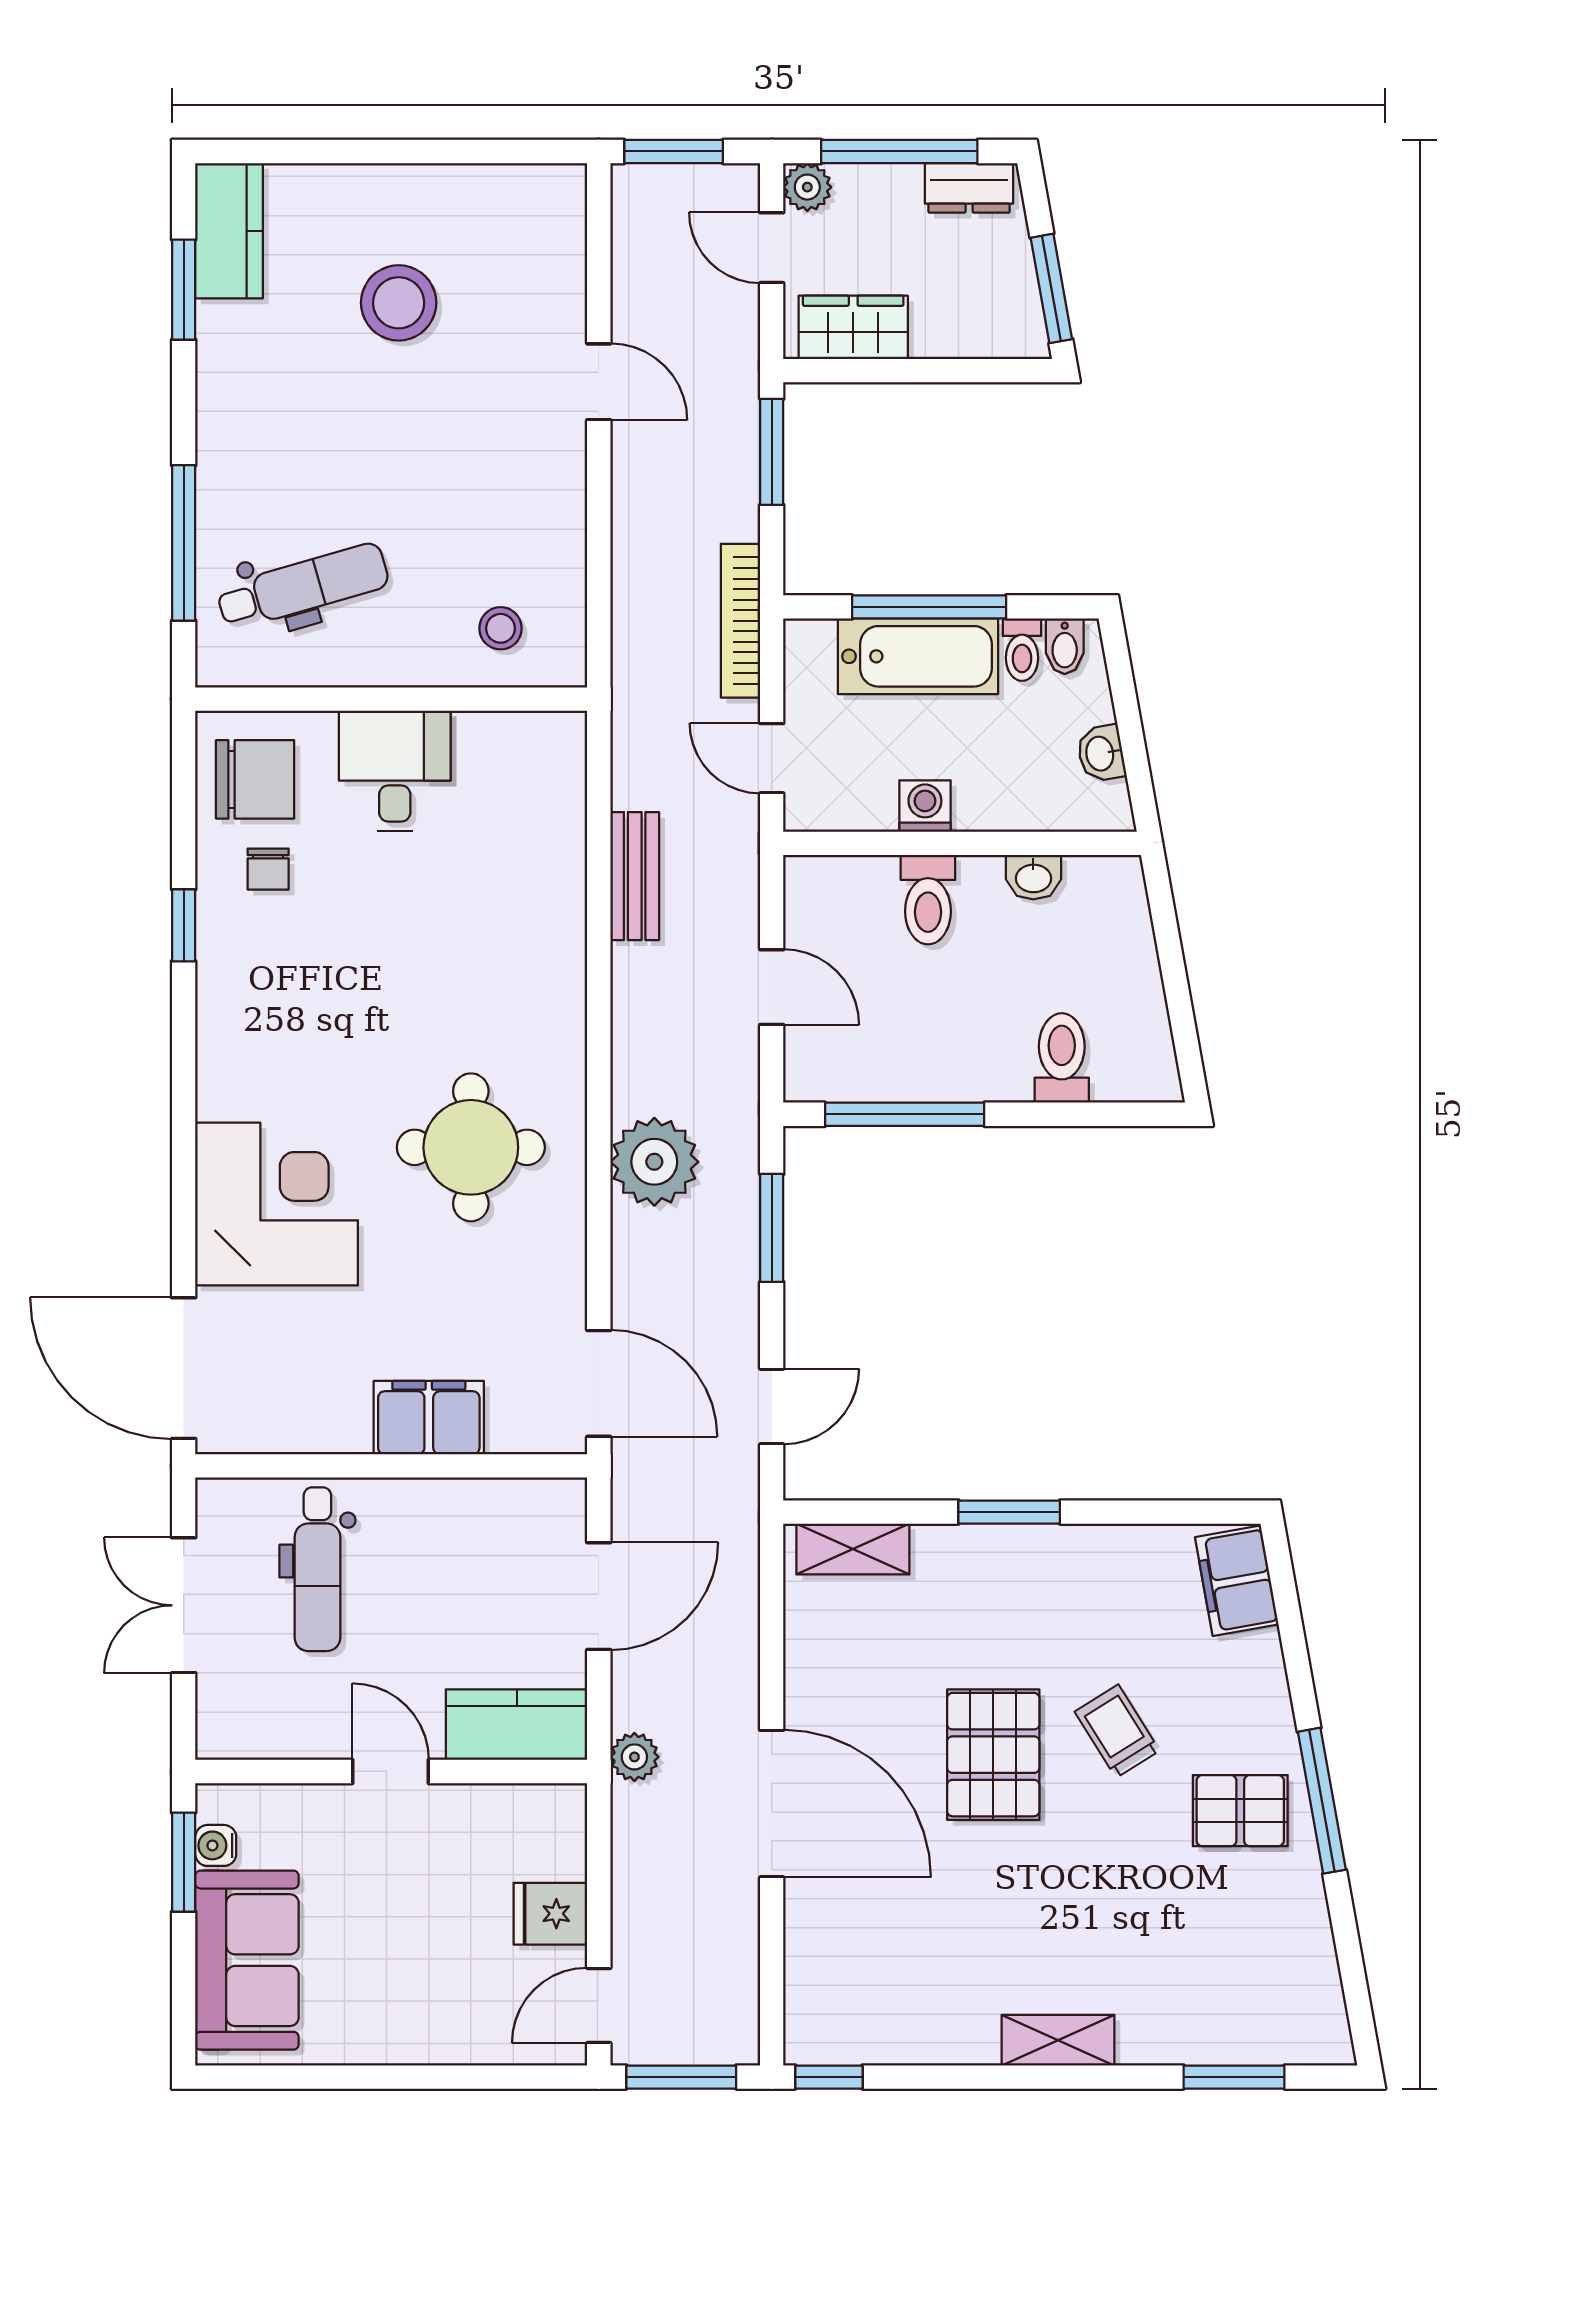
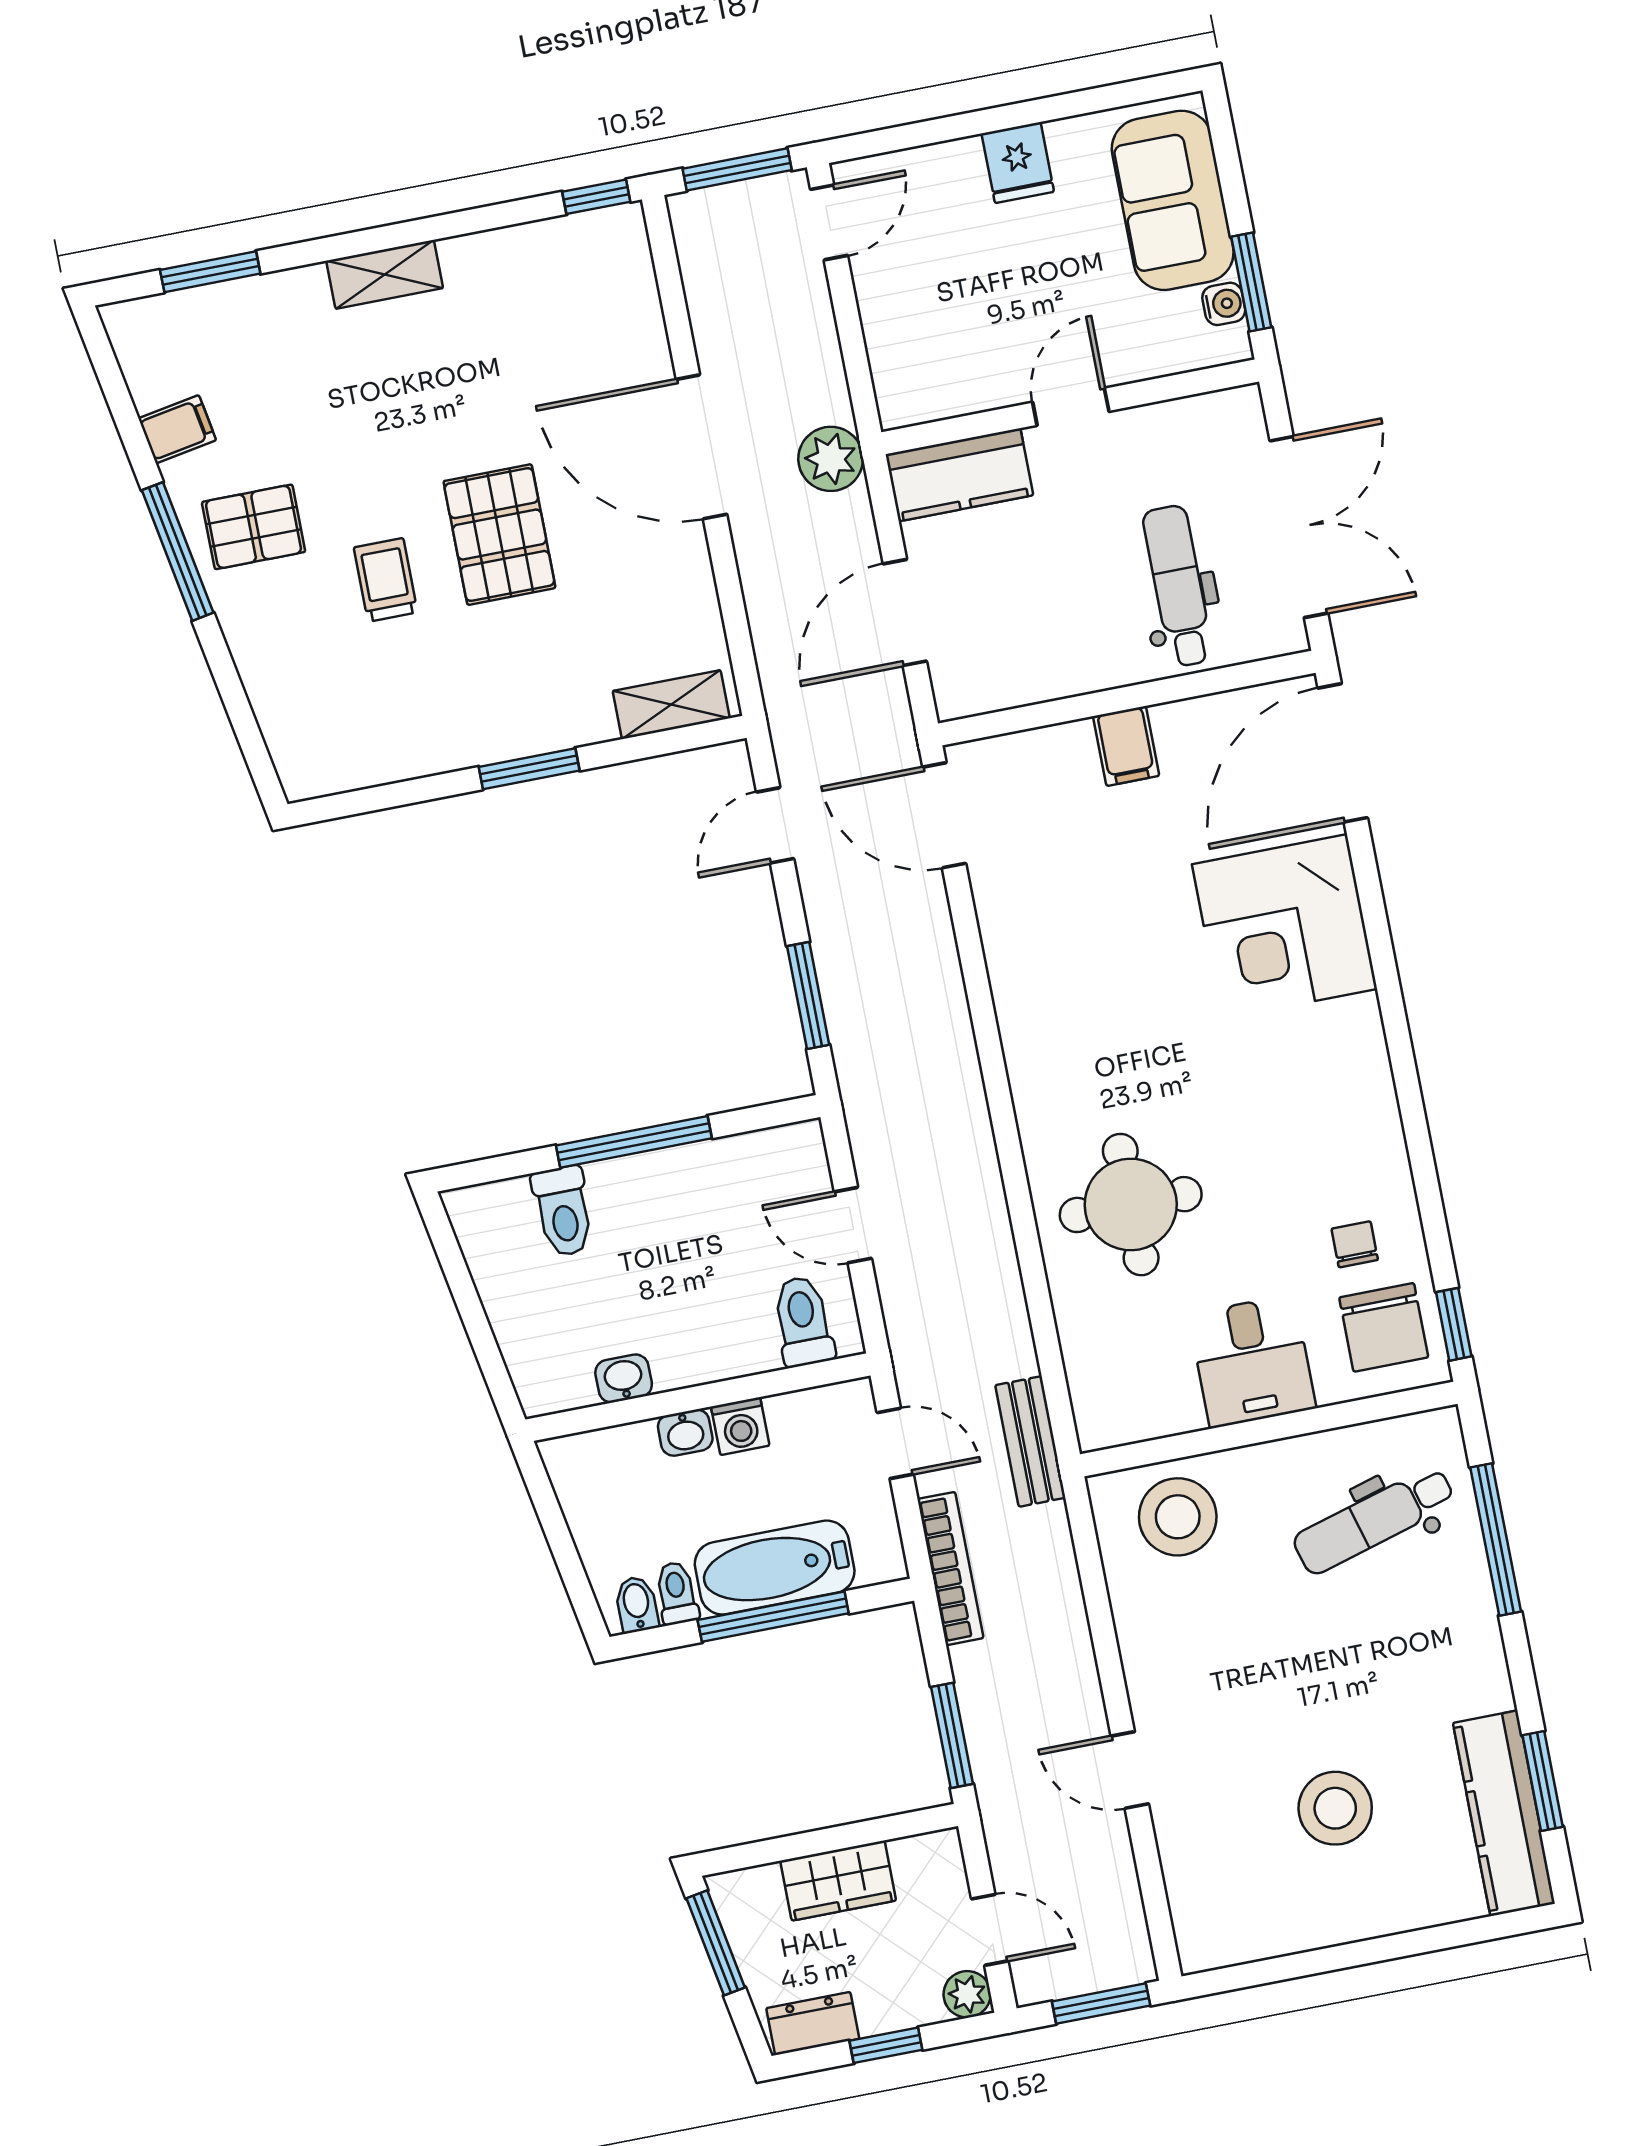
window: (899, 151) -> (886, 2045), width x0.46
kitchen counter: (229, 231) -> (1504, 1813), width x1.50
wardrobe: (853, 327) -> (838, 1881), moved
stool: (501, 628) -> (1178, 1517), width x1.89, depth x1.89
washbasin: (1101, 753) -> (685, 1433), moved, turned 100
chair: (255, 779) -> (1384, 1327), turned -90
bench: (635, 876) -> (1030, 1441), moved
toilet: (928, 900) -> (803, 1321), moved
window: (184, 925) -> (1454, 1324), moved
window: (905, 1114) -> (634, 1142), moved
round table: (471, 1147) -> (1131, 1205), moved
plant: (654, 1162) -> (932, 1037), removed
door: (184, 1368) -> (1343, 753), swing flipped
filing cabinet: (429, 1418) -> (1126, 746), width x0.50
filing cabinet: (1237, 1581) -> (177, 429), moved, width x0.50
double door: (184, 1605) -> (1299, 527), width x1.37
trolley: (1117, 1731) -> (386, 580), turned -148
plant: (634, 1757) -> (831, 459), width x1.38, depth x1.38
door: (390, 1771) -> (1071, 407), swing flipped
fridge: (550, 1914) -> (1018, 163), moved, turned 90

